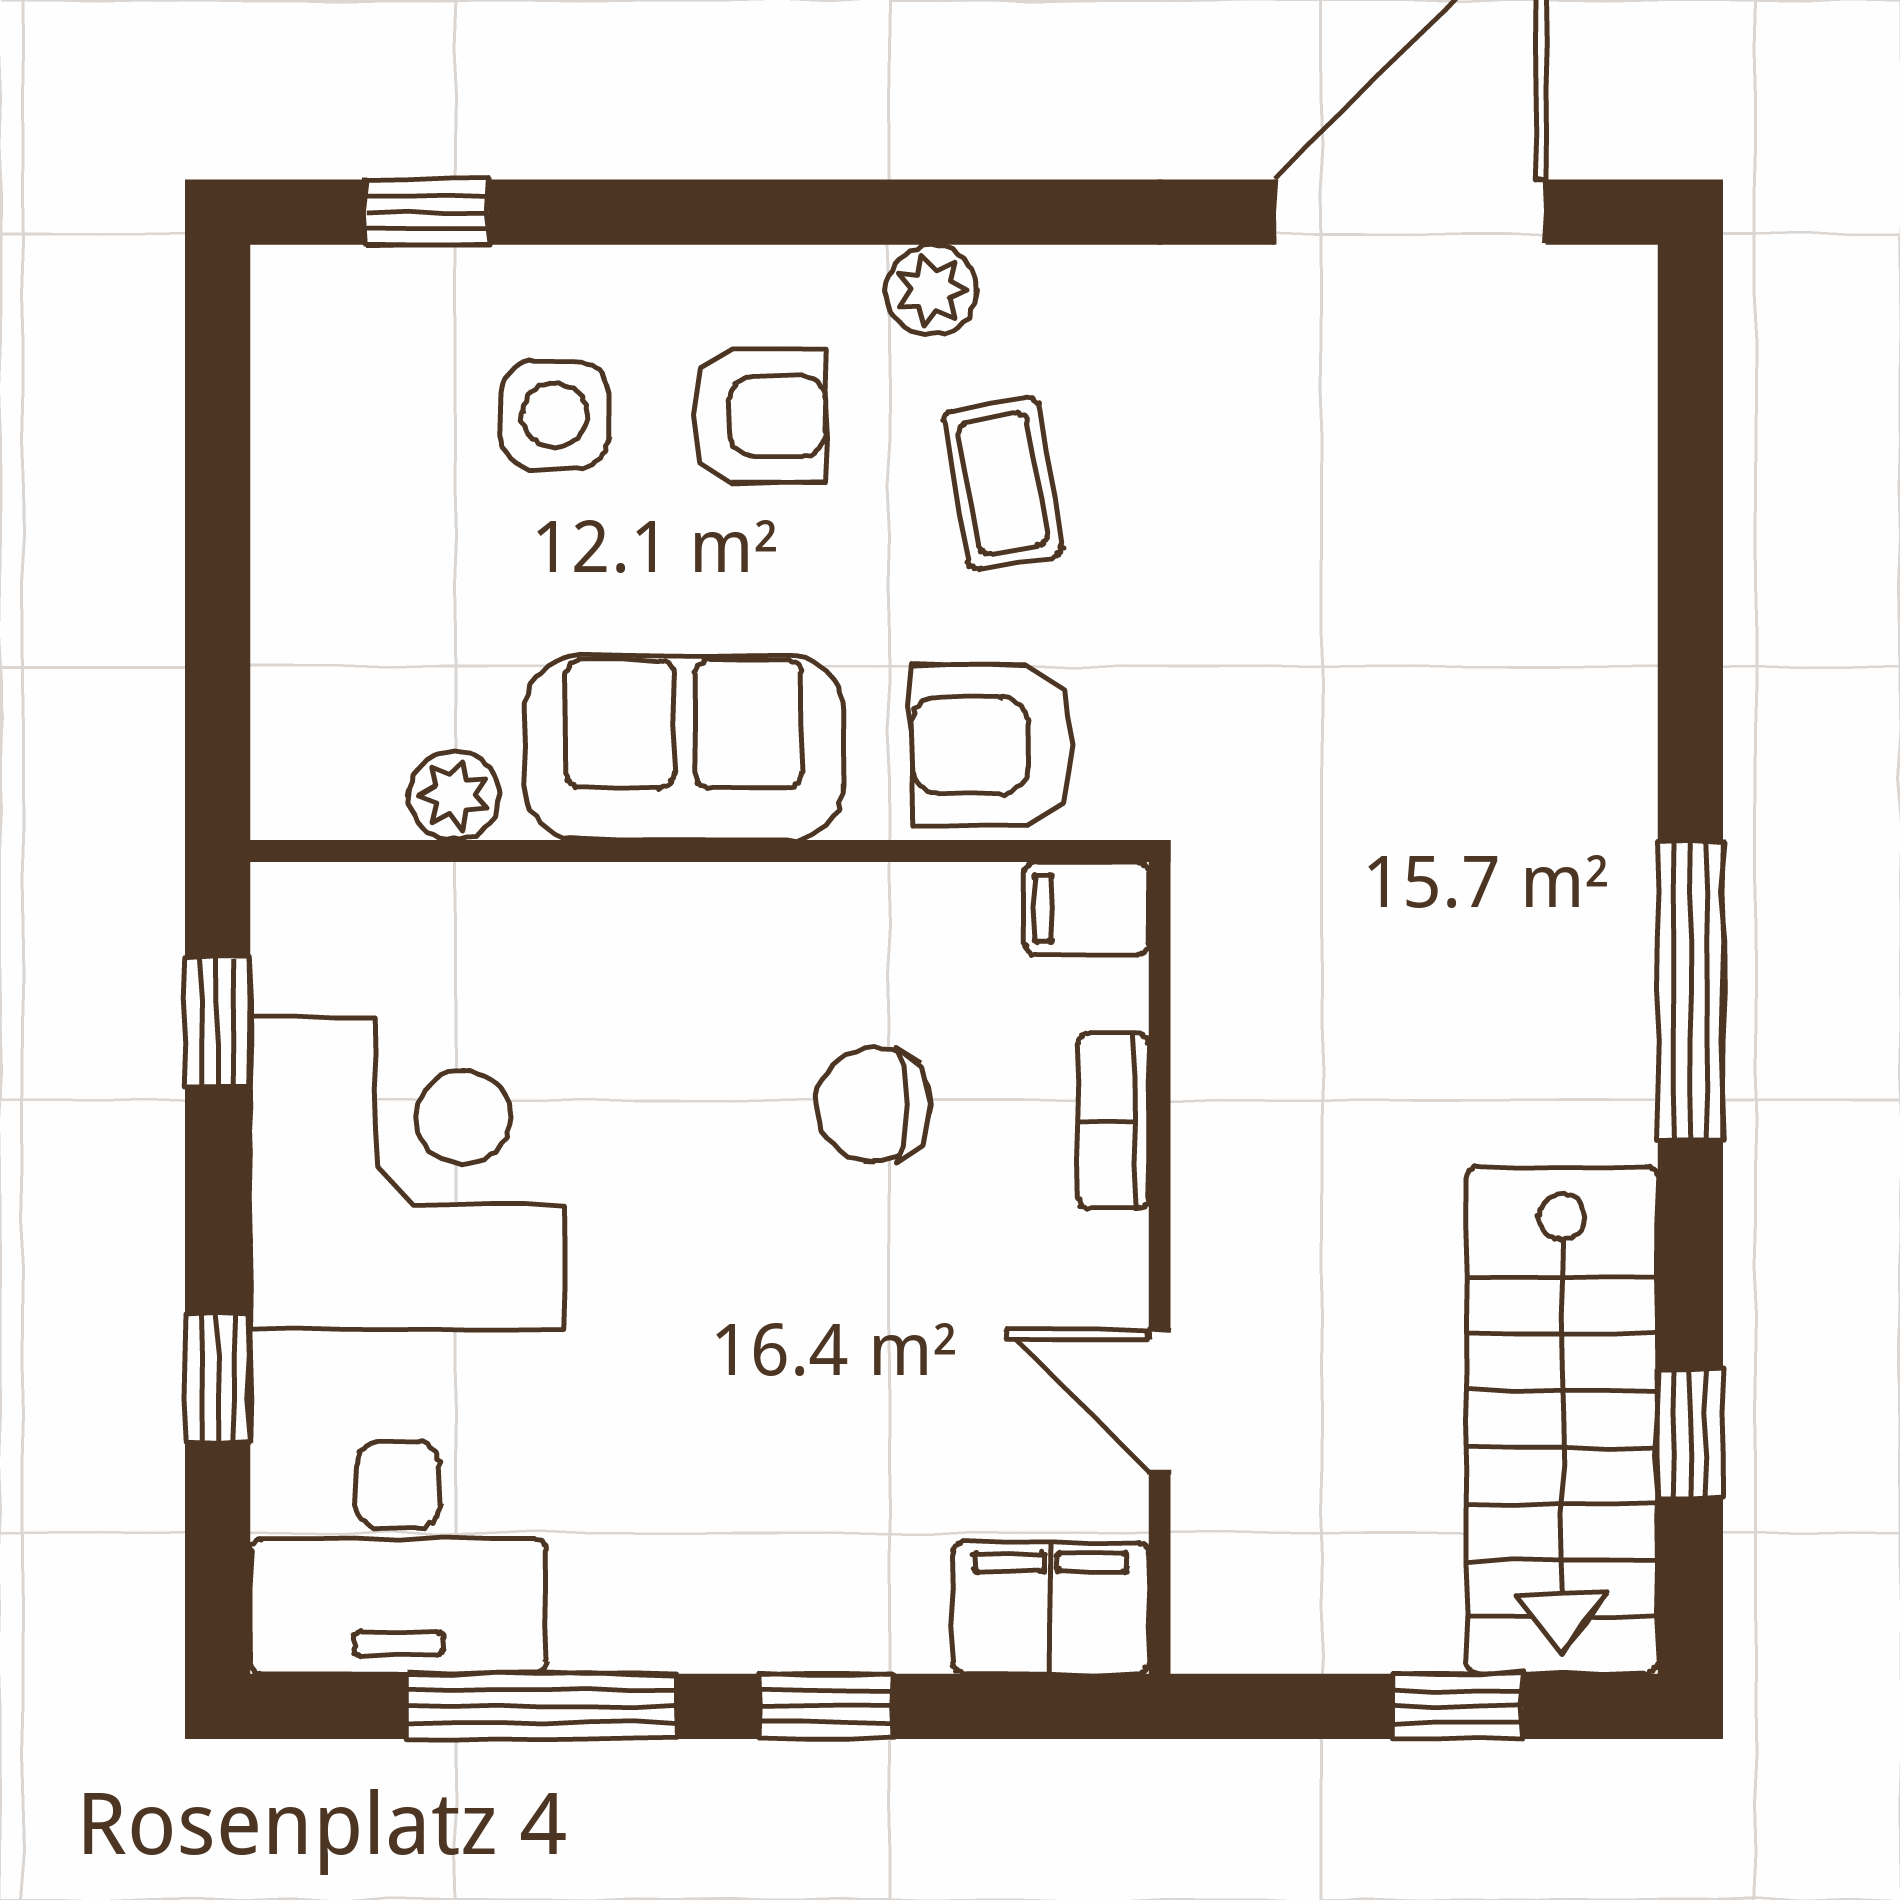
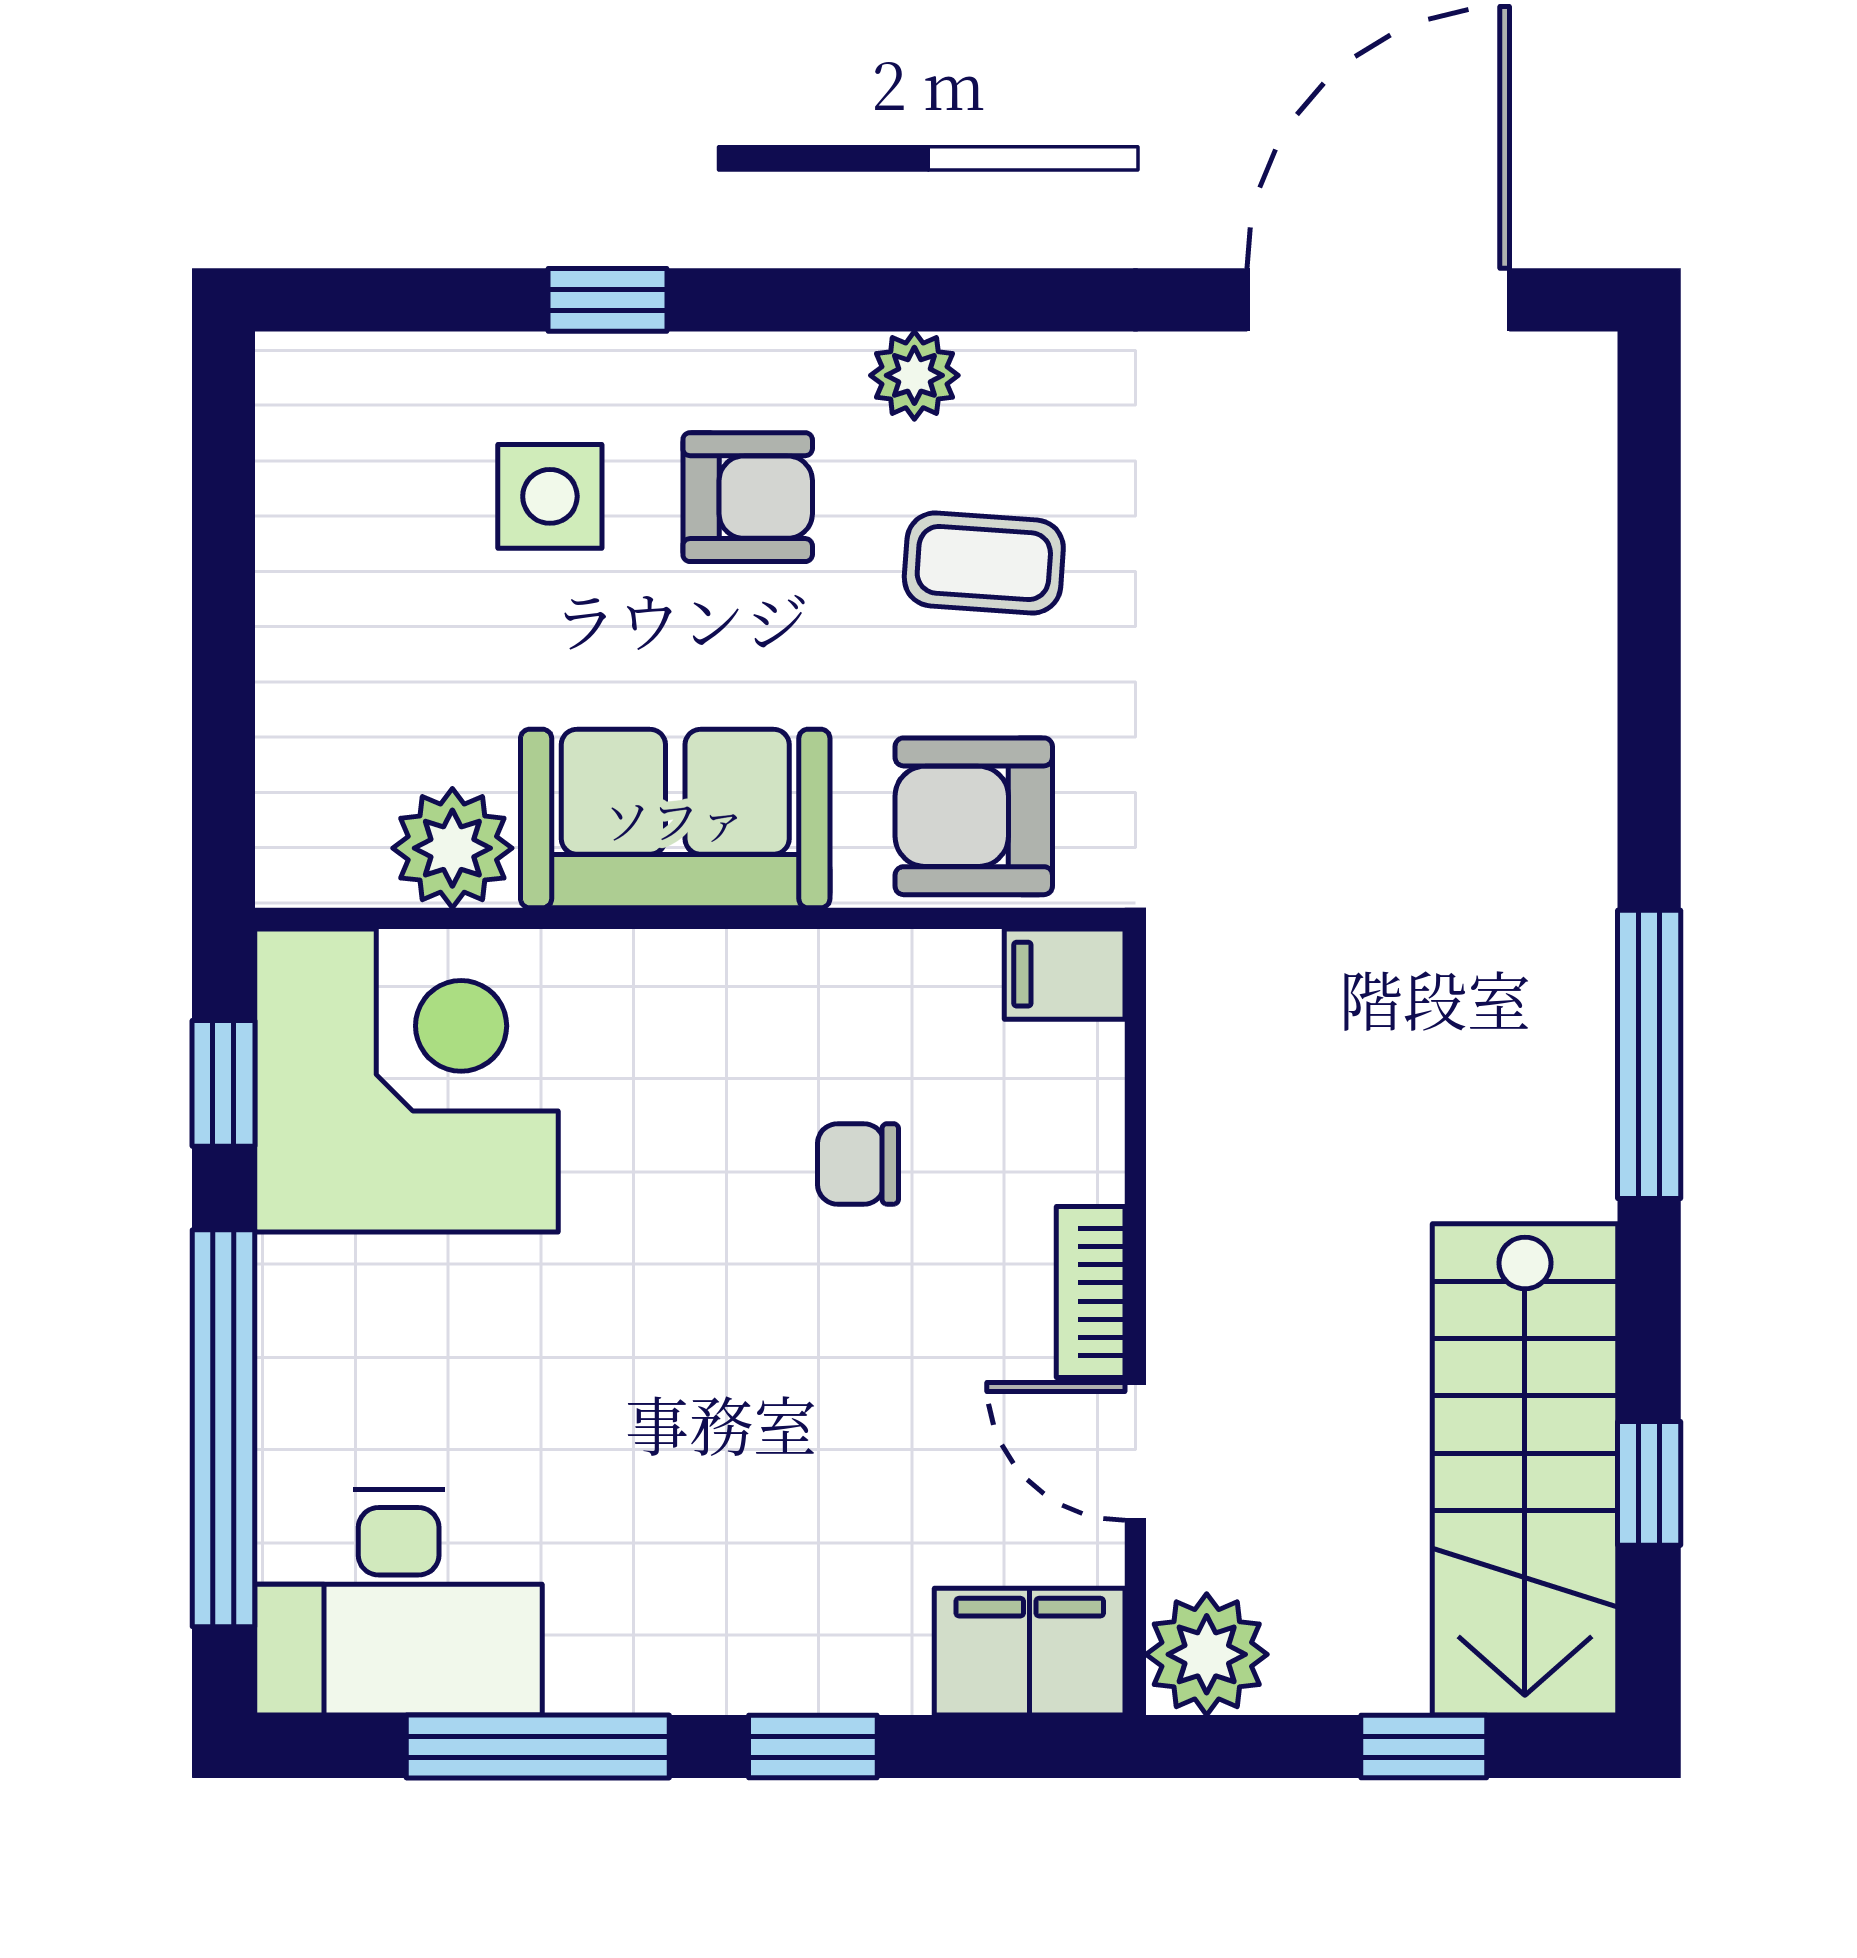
window: (427, 212) -> (608, 300), moved
coffee table: (1003, 484) -> (984, 563), turned -76
plant: (454, 795) -> (452, 848), width x1.38, depth x1.38
chair: (873, 1105) -> (858, 1164), width x0.73, depth x0.73
bookcase: (1113, 1121) -> (1091, 1292), moved
corner desk: (407, 1174) -> (406, 1080), moved
window: (218, 1378) -> (223, 1428), width x3.17
plant: (1233, 1611) -> (1207, 1654), added

